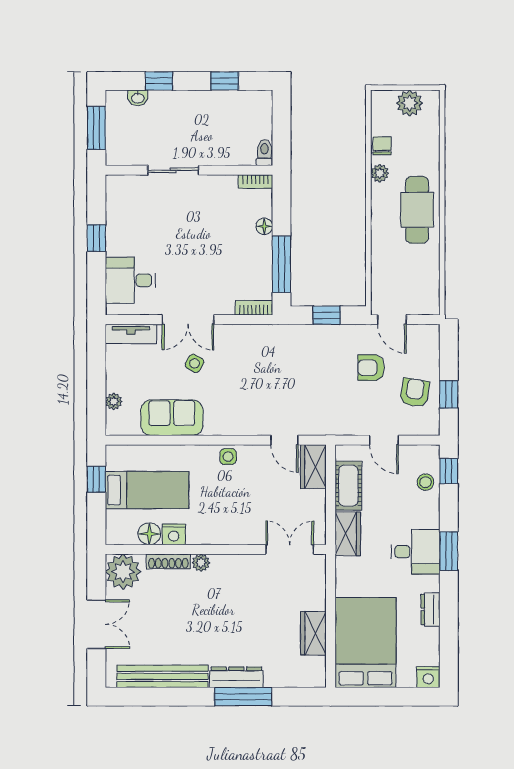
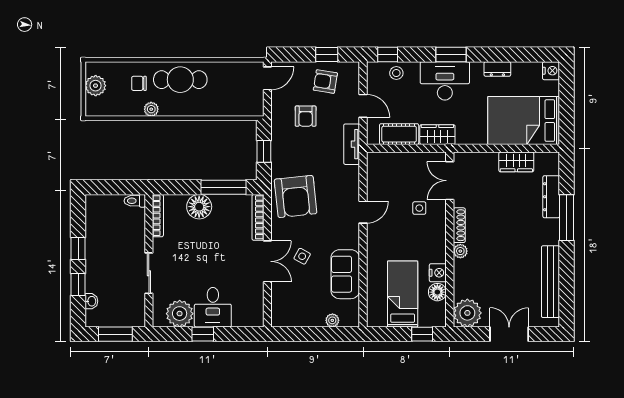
window: (225, 81) -> (78, 249), moved
chair: (382, 146) -> (139, 83), moved
bookcase: (255, 182) -> (158, 216), width x1.56
plant: (122, 209) -> (180, 314), added
floor lamp: (264, 226) -> (199, 207), width x1.89, depth x1.89
desk: (130, 280) -> (213, 307), moved
bookcase: (254, 308) -> (258, 217), width x1.56
door: (392, 320) -> (267, 78), moved
tv unit: (131, 334) -> (352, 144), moved, turned 180
armchair: (270, 355) -> (296, 196), added
door: (284, 440) -> (363, 212), moved
door: (384, 440) -> (363, 106), hinge flipped
side table: (228, 457) -> (419, 208), moved
wardrobe: (313, 467) -> (384, 162), removed
window: (96, 479) -> (422, 334), moved
desk: (416, 552) -> (445, 81), width x1.37
shoe rack: (168, 561) -> (459, 225), moved
dresser: (236, 677) -> (551, 197), moved

